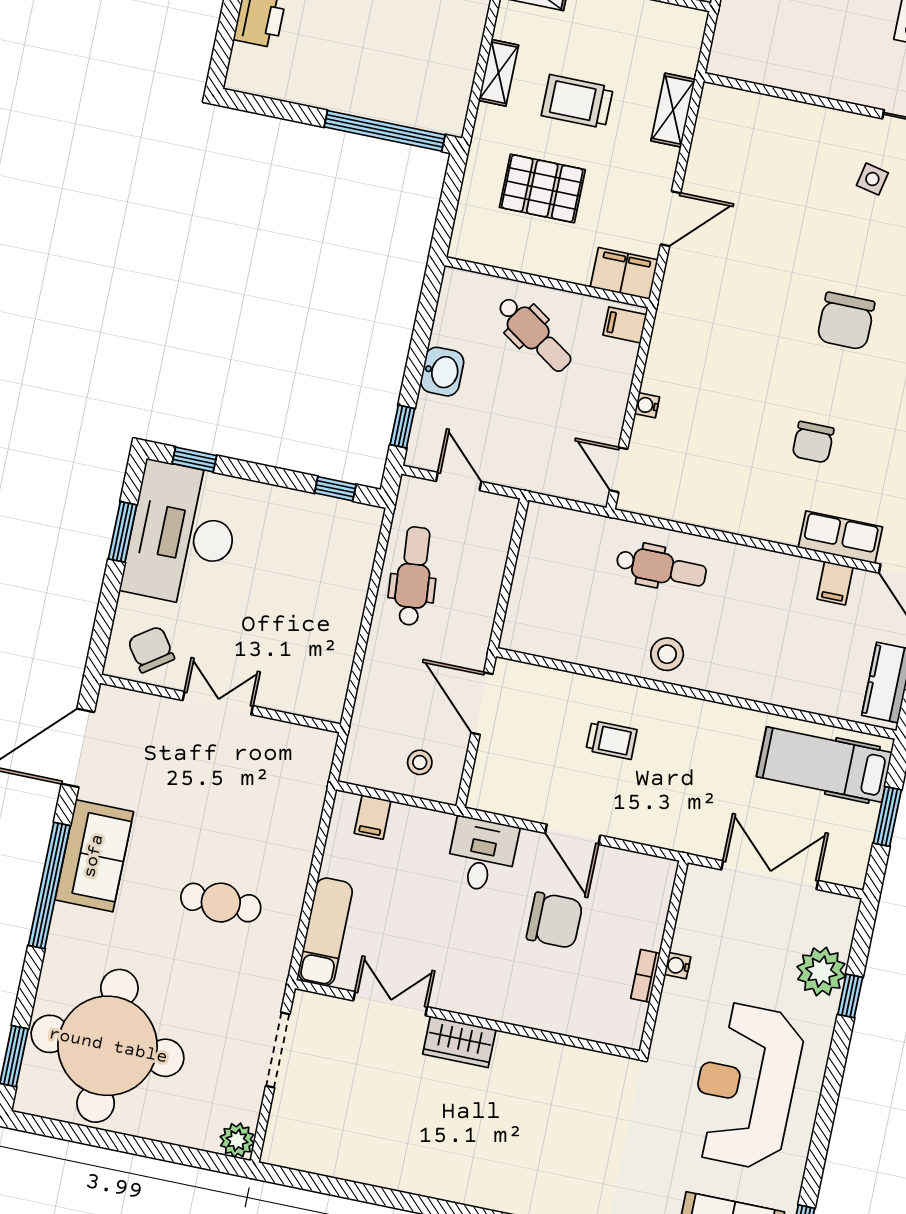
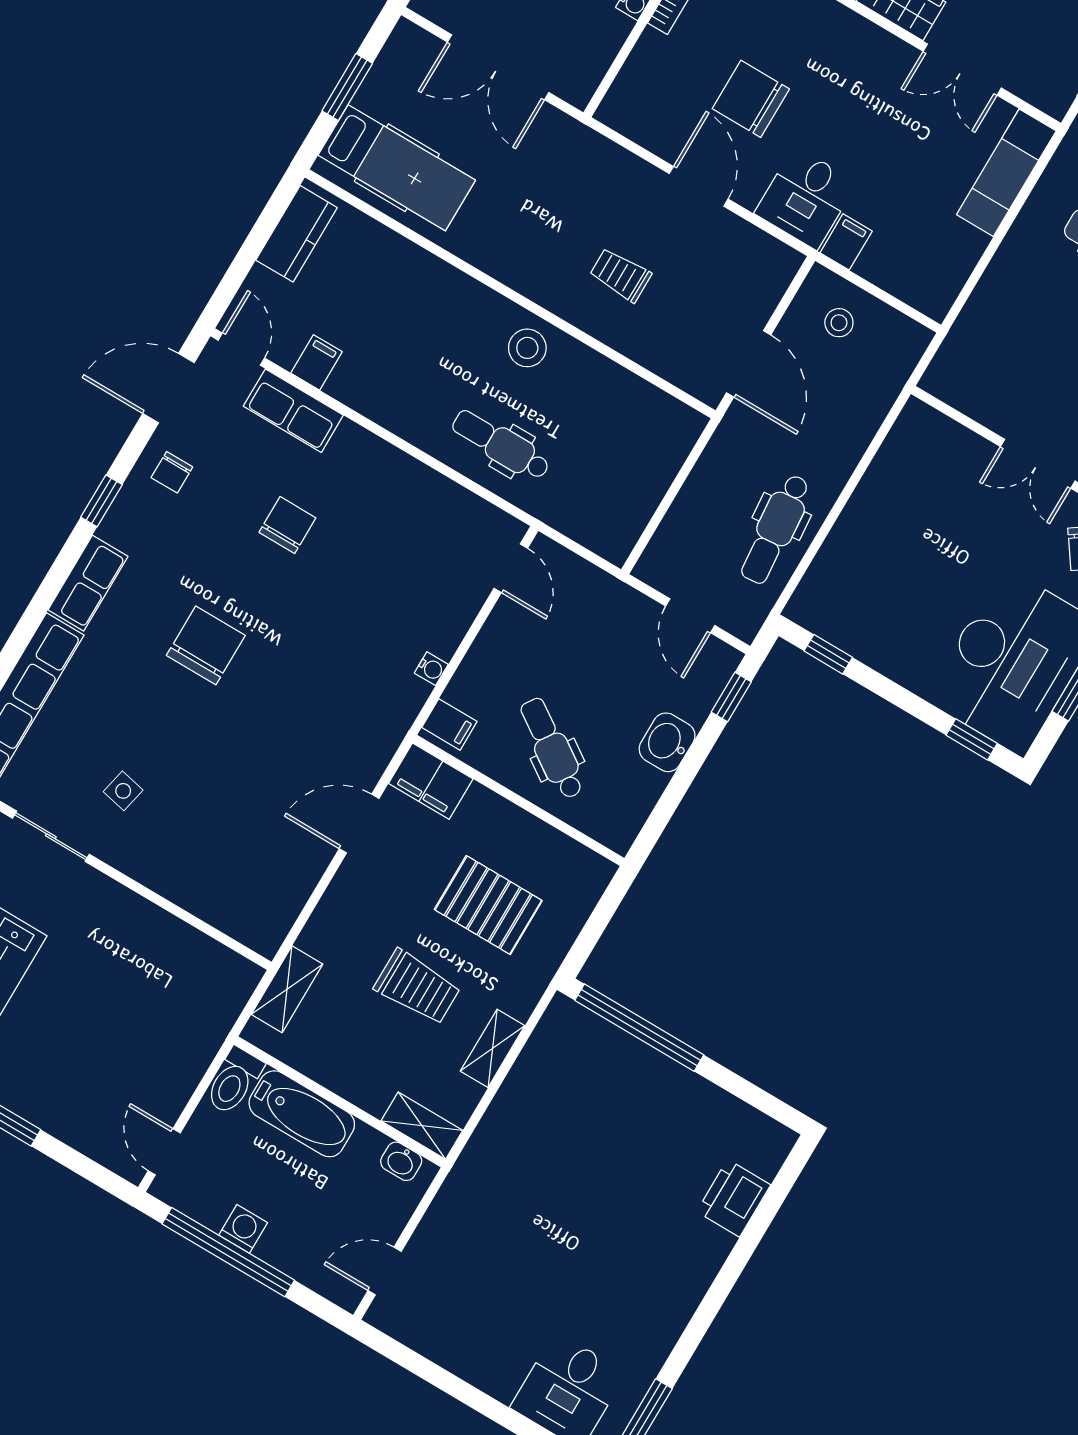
shelving: (673, 110) -> (287, 989), moved
water cooler: (647, 405) -> (431, 669), moved
filing cabinet: (373, 817) -> (846, 242), moved

